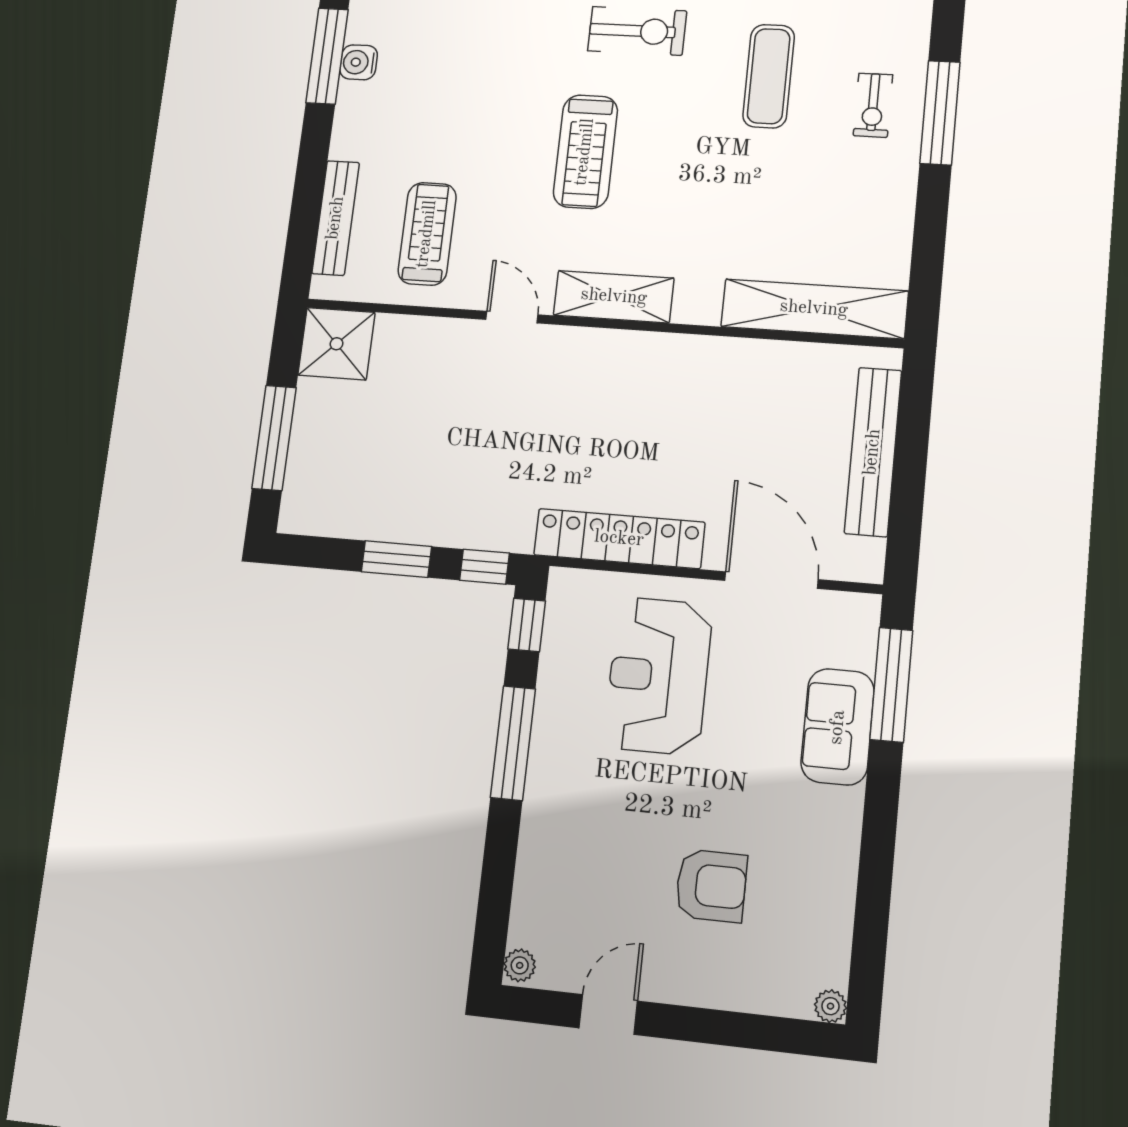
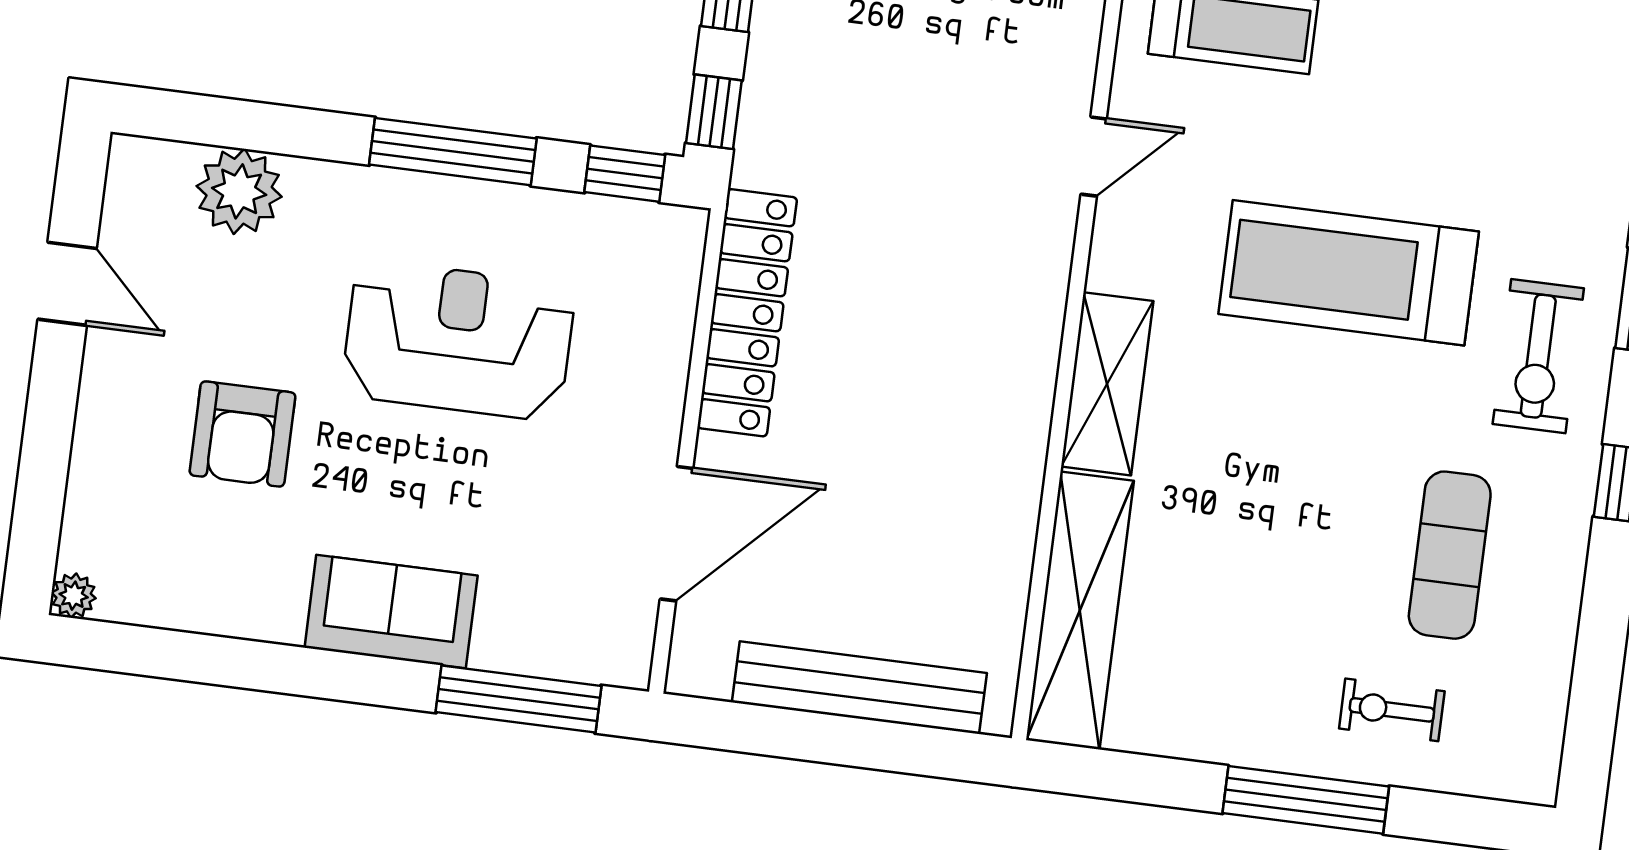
exercise mat: (769, 76) -> (1450, 555), turned 90
window: (940, 113) -> (1306, 800), moved
treadmill: (585, 152) -> (1349, 273), width x1.37, depth x1.38
shelving: (614, 297) -> (1107, 384), moved
reception desk: (658, 676) -> (458, 340), moved
sofa: (838, 727) -> (391, 612), moved
plant: (520, 965) -> (239, 191), moved, width x1.87, depth x1.87

